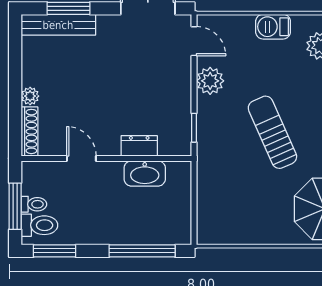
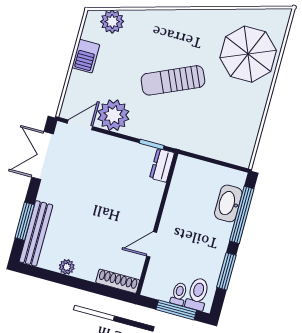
plant: (210, 81) -> (113, 115), width x1.36, depth x1.36
plant: (30, 96) -> (67, 267), moved
dresser: (139, 146) -> (162, 165), moved
washbasin: (145, 173) -> (228, 203), moved, turned 180
window: (54, 251) -> (226, 271), moved

